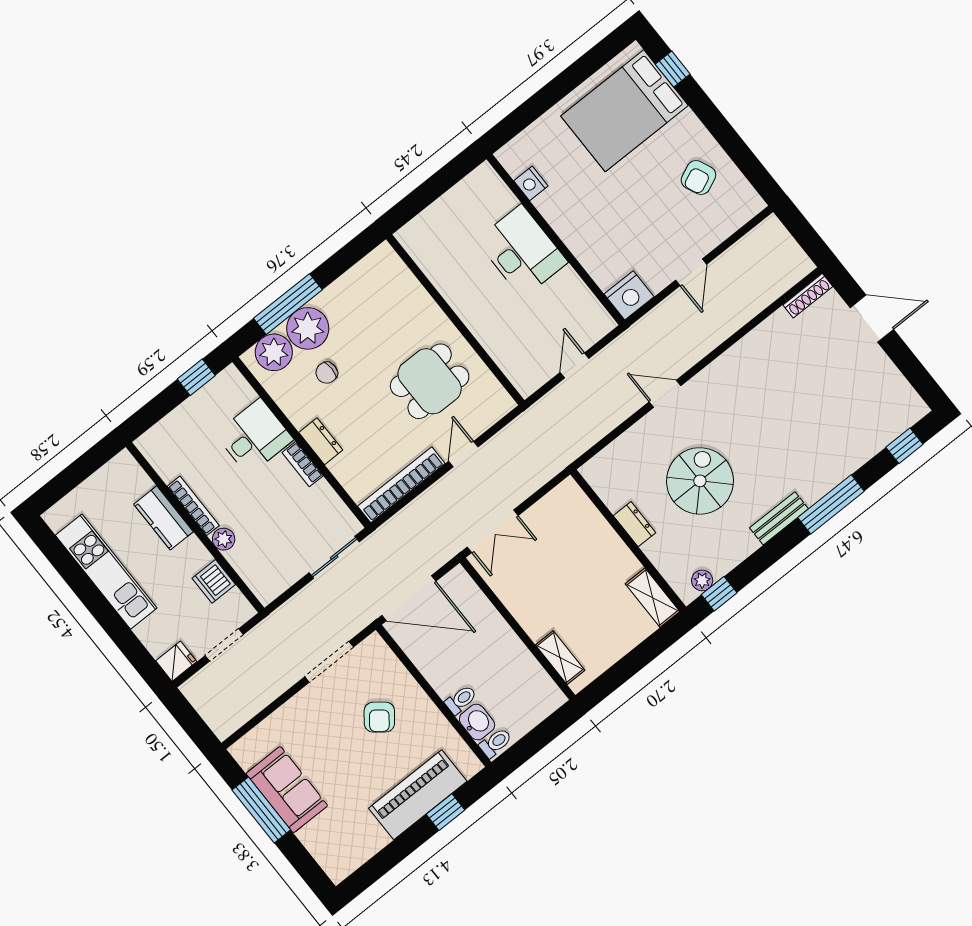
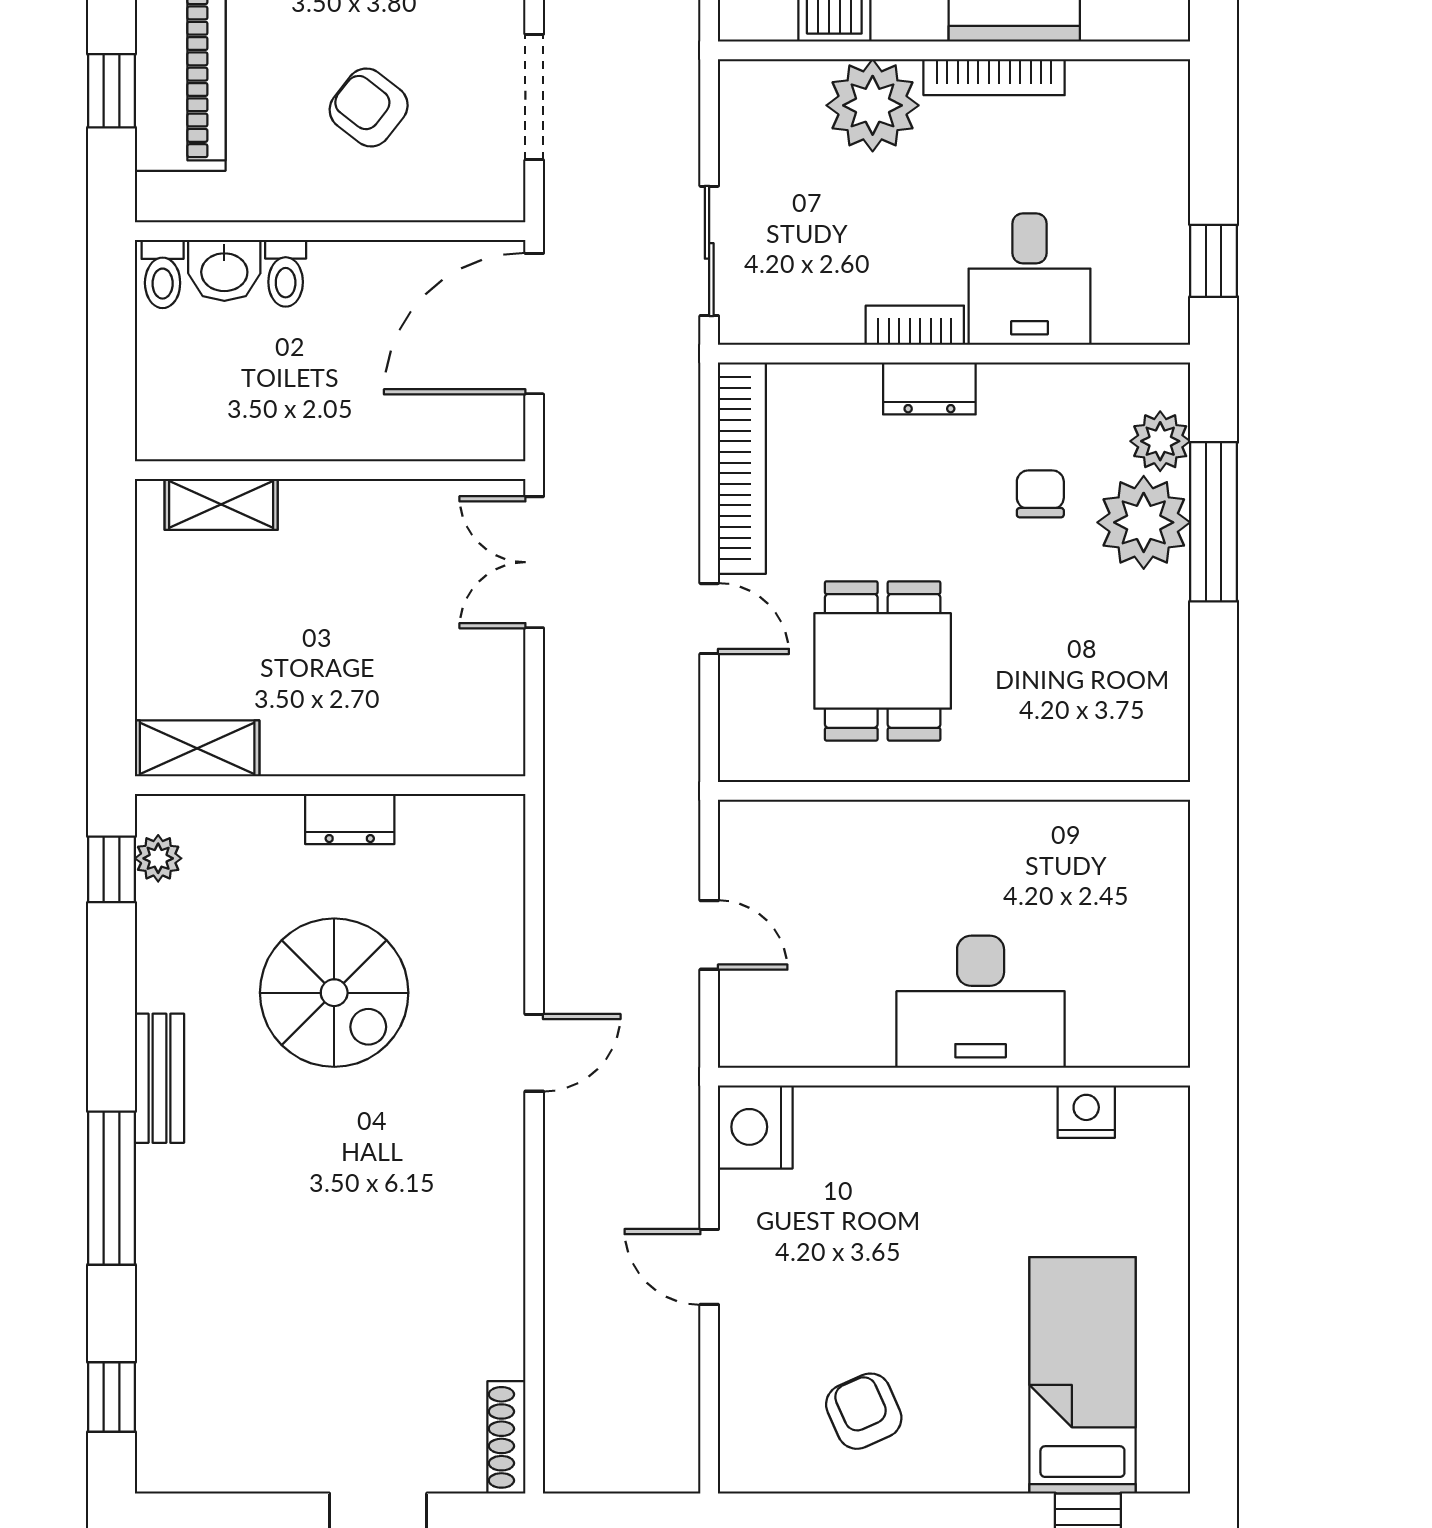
bed: (625, 111) -> (1082, 1375), width x0.67
plant: (274, 352) -> (1160, 441), width x0.73, depth x0.73
plant: (224, 539) -> (873, 105), width x1.87, depth x1.87

